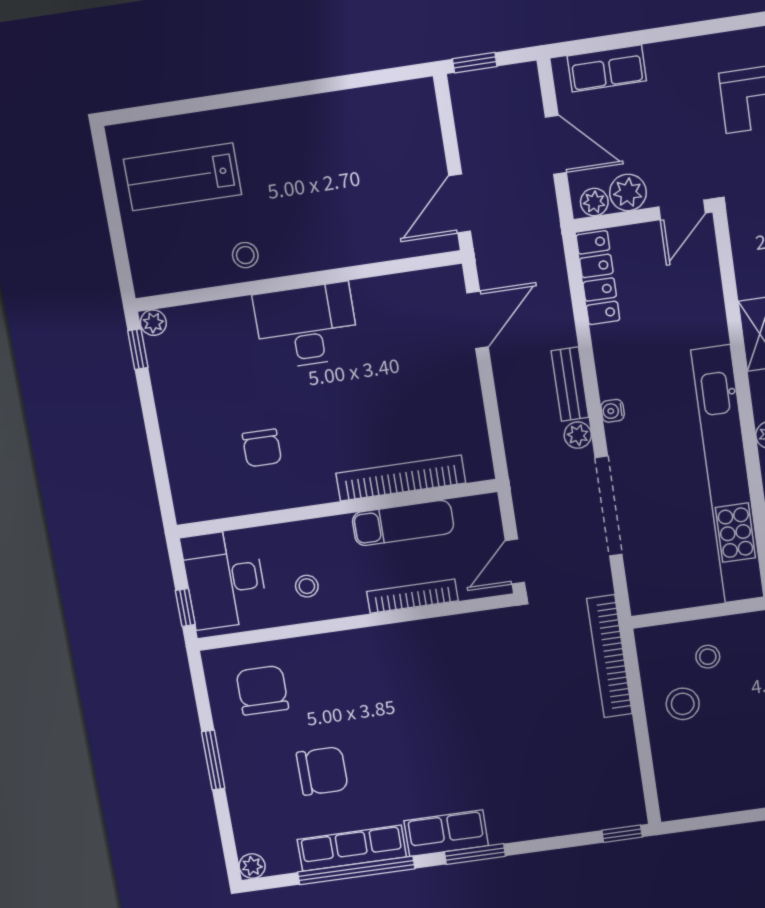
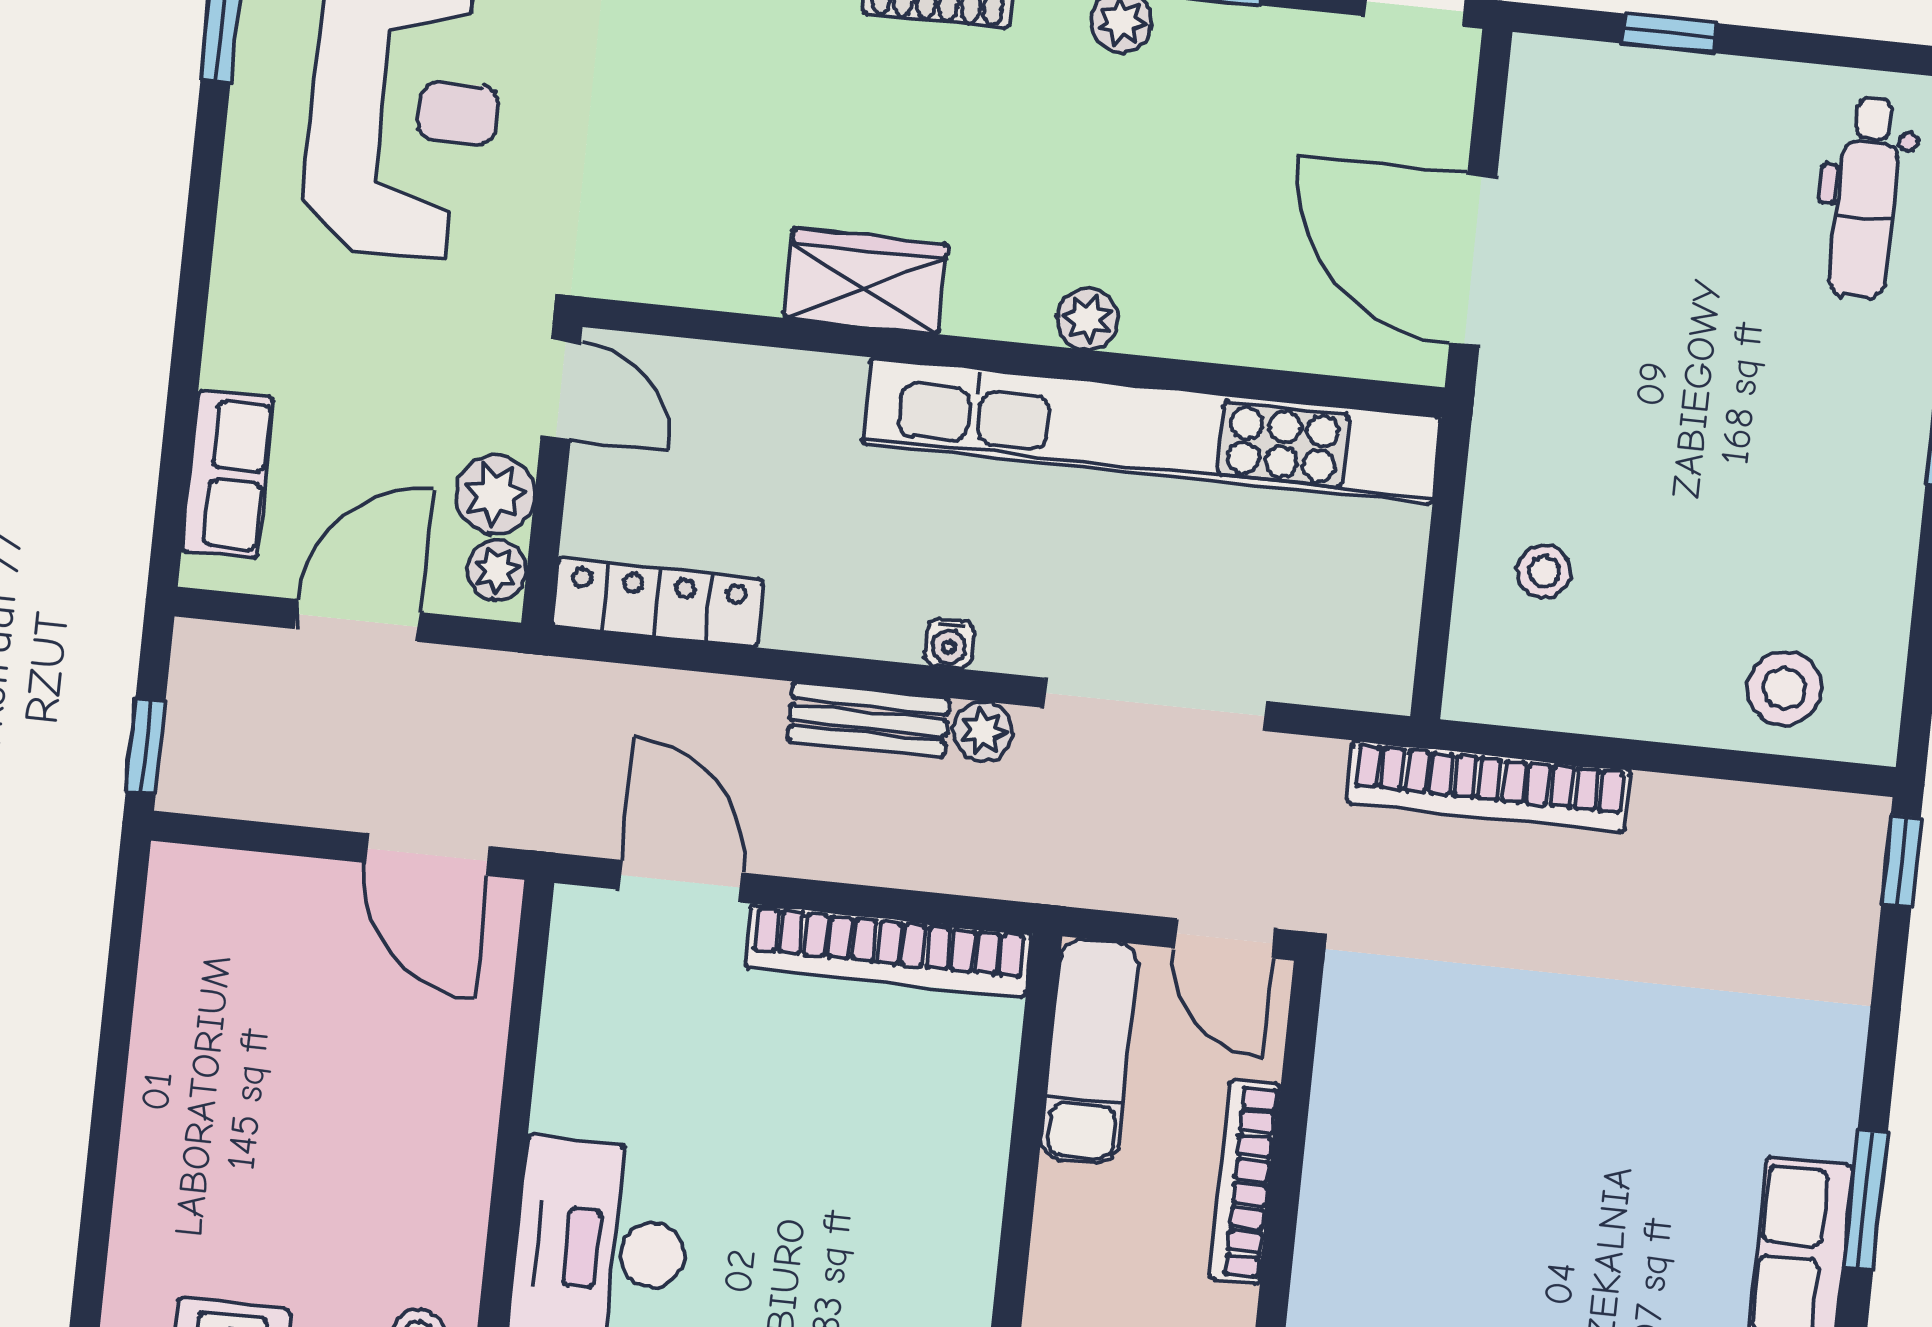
bookcase: (401, 478) -> (889, 950), moved, turned -90
exam couch: (403, 523) -> (1089, 1051), moved
stool: (683, 704) -> (1784, 688), moved

